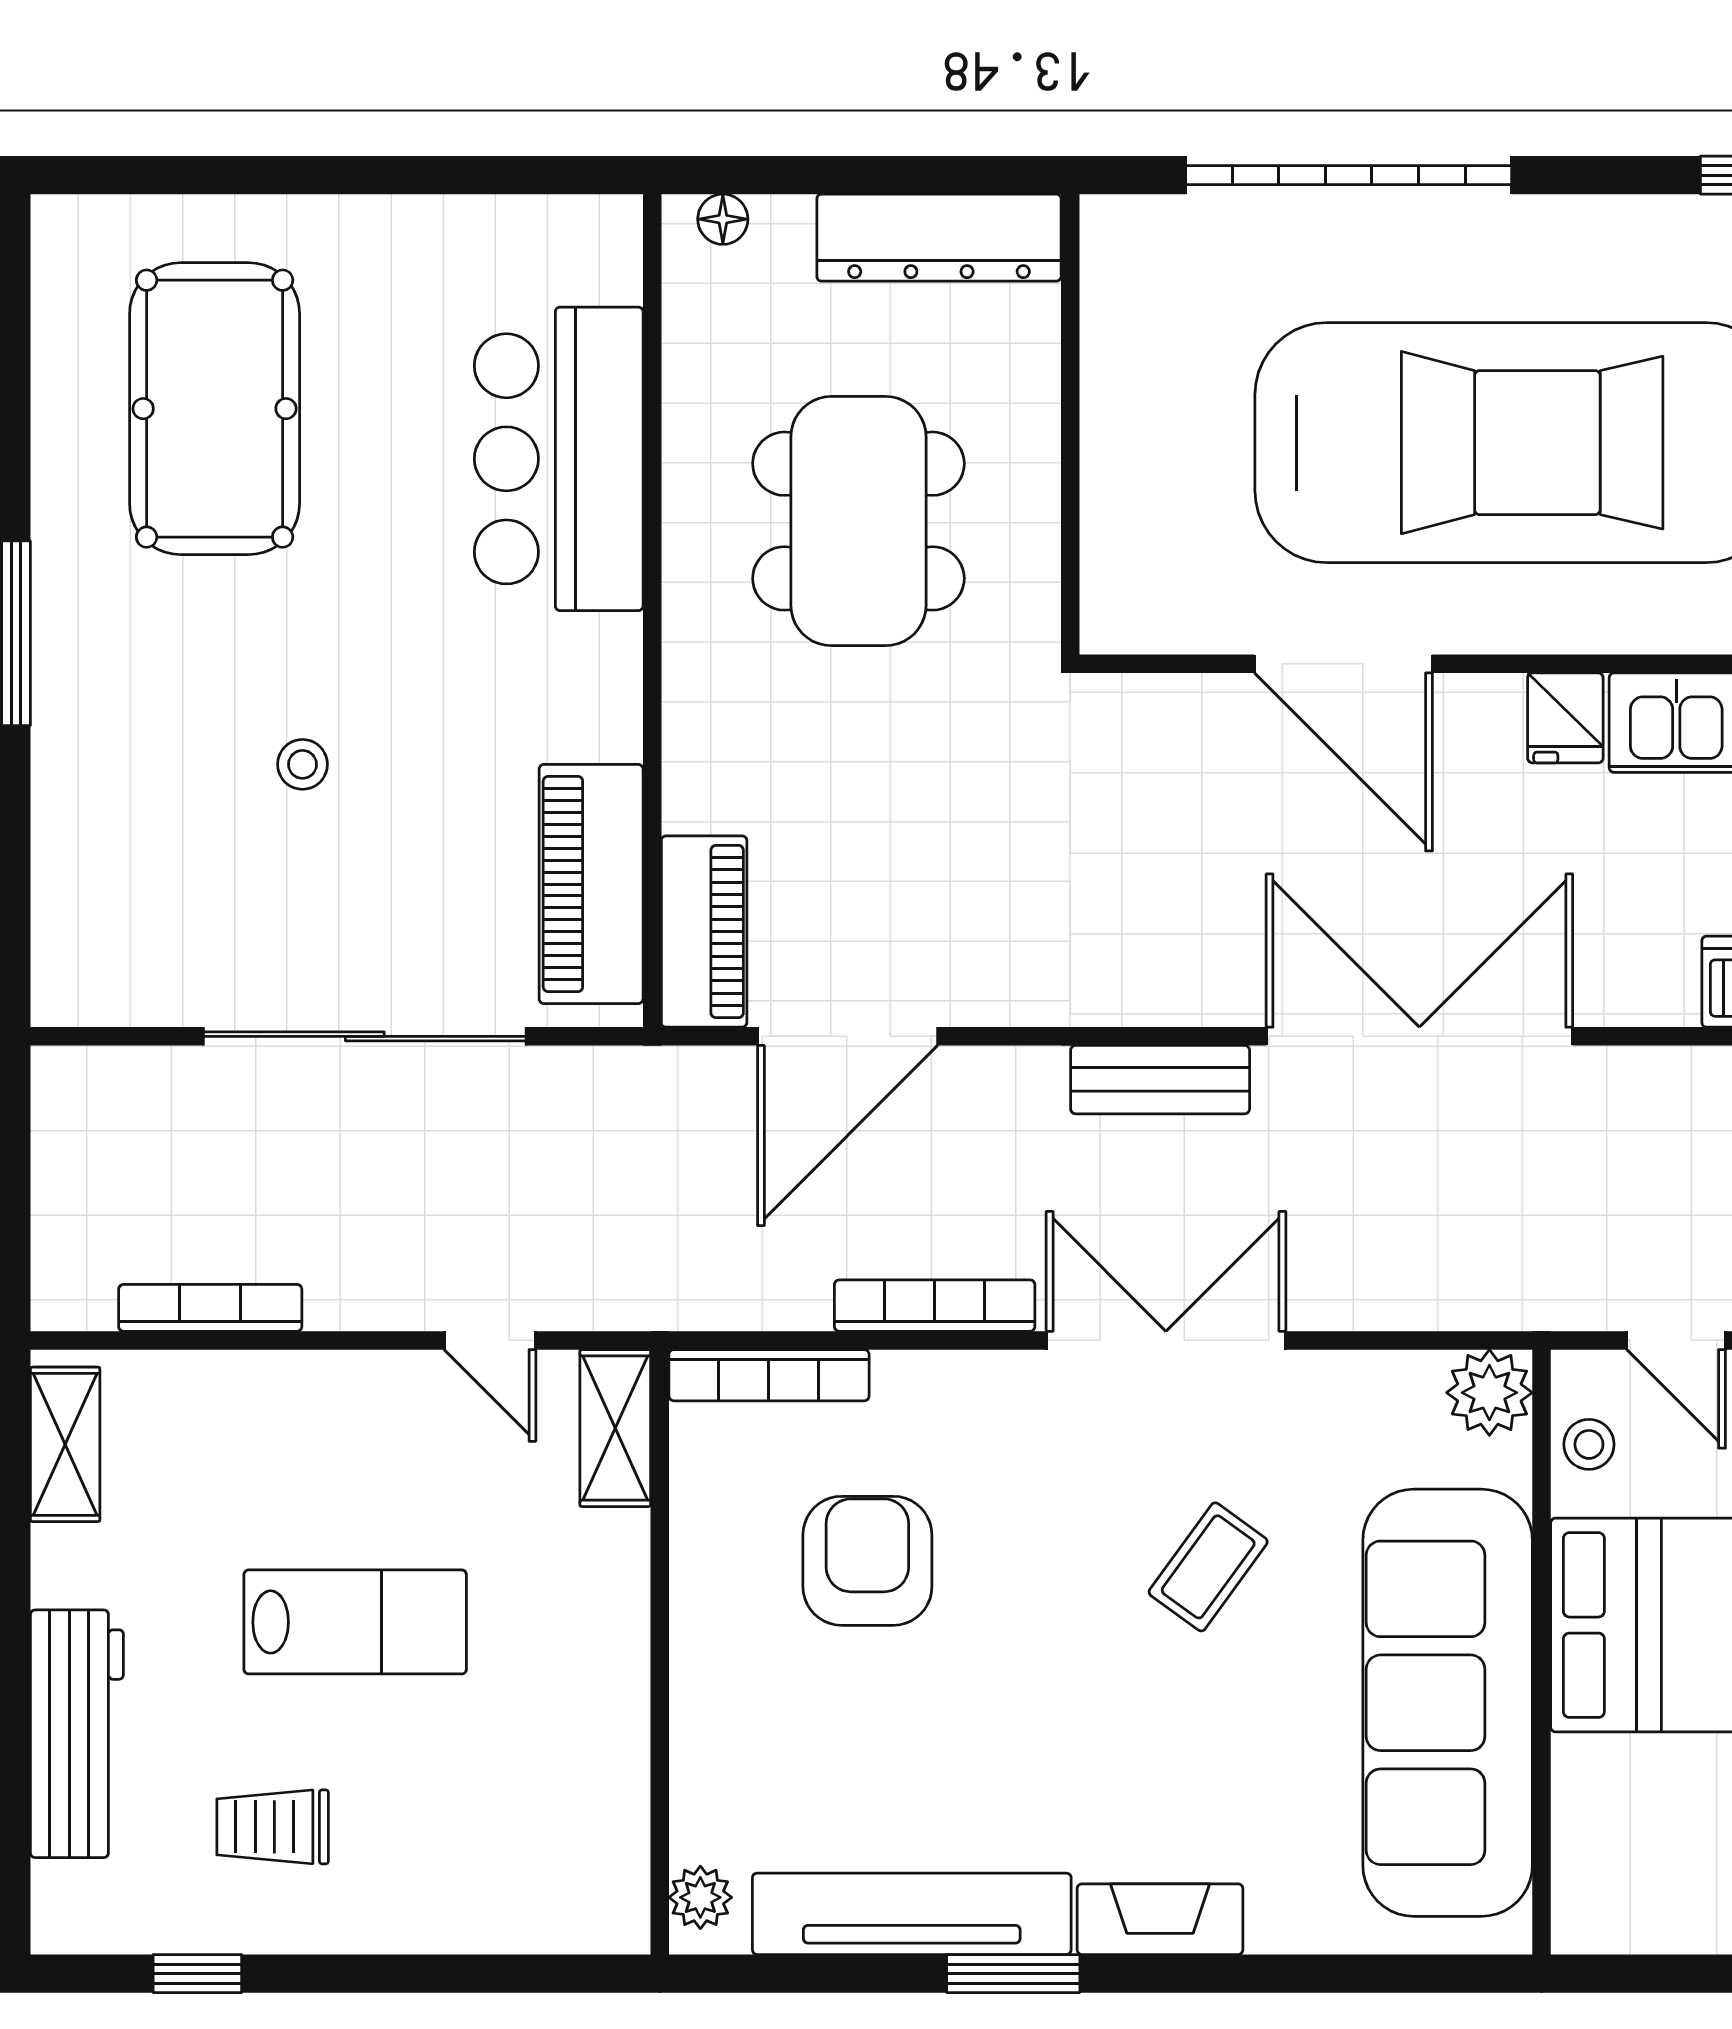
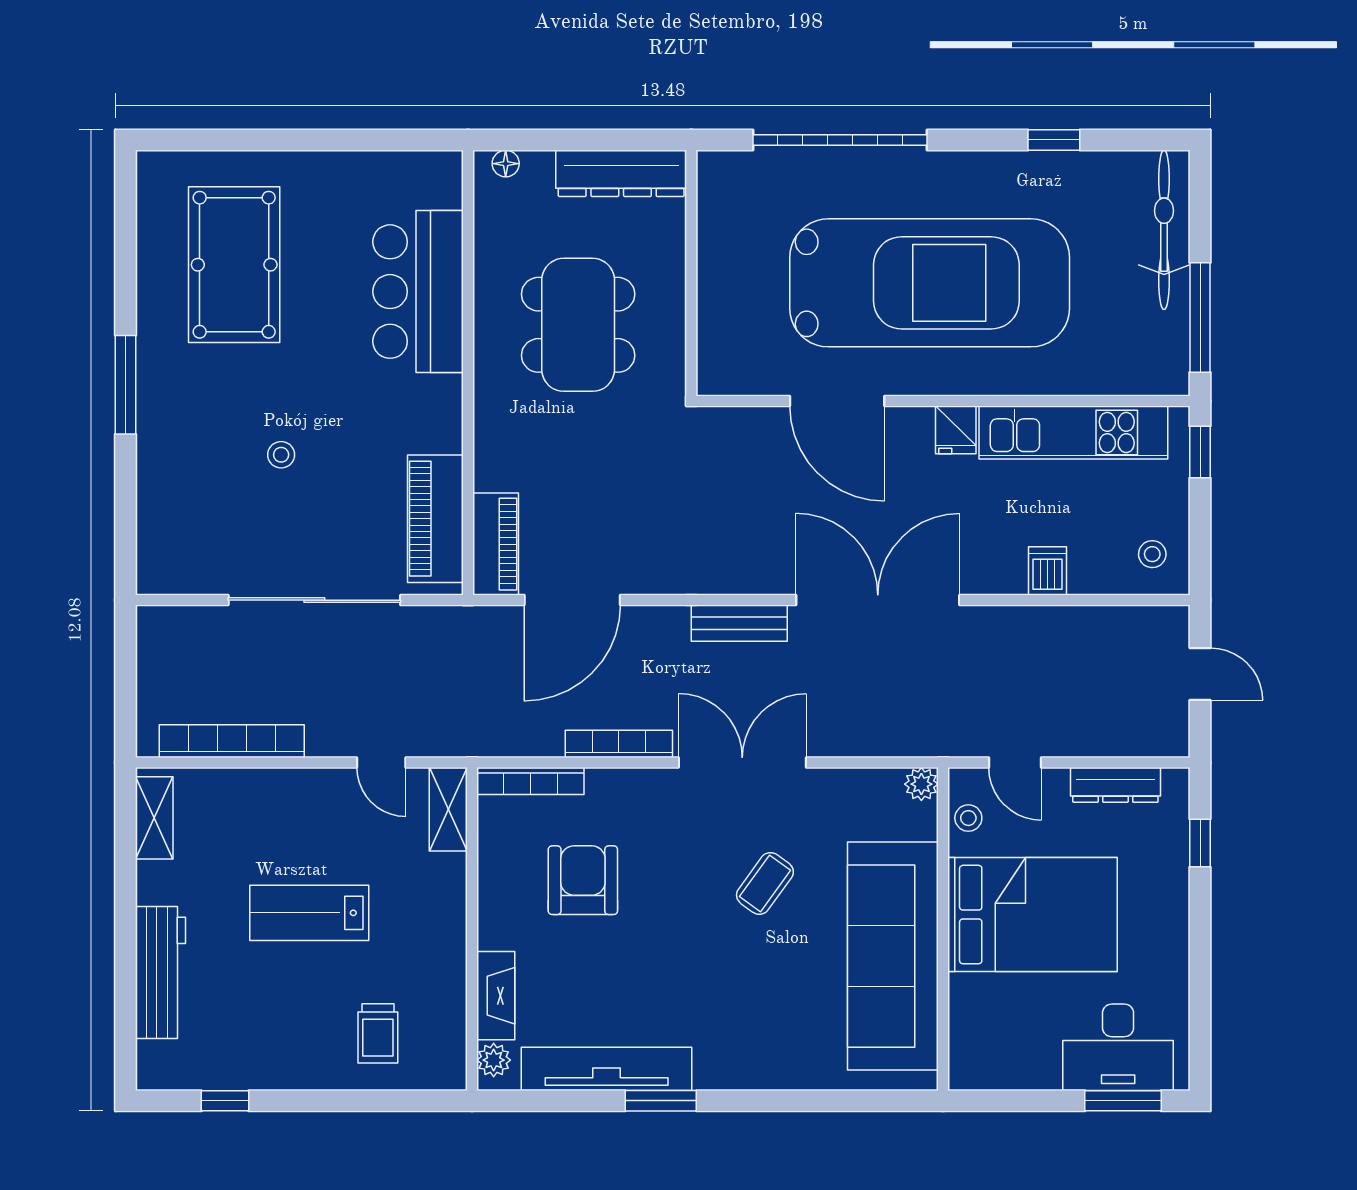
bookcase: (210, 1308) -> (232, 741), width x1.48, depth x1.31
plant: (1489, 1393) -> (921, 784), width x0.73, depth x0.73
lab bench: (355, 1622) -> (309, 913), turned 180
trolley: (273, 1827) -> (378, 1033), moved, turned -90
fireplace: (1160, 1919) -> (496, 996), moved, turned 90

